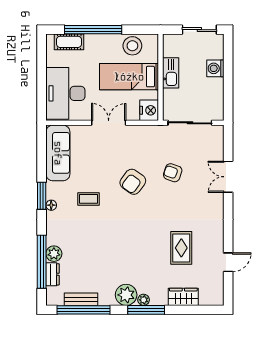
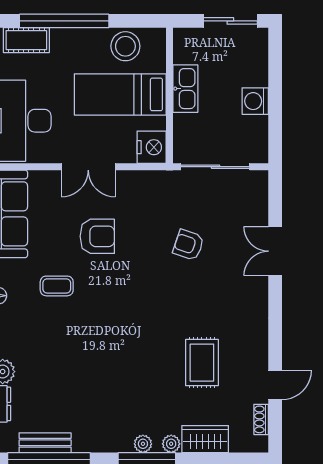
washing machine: (215, 68) -> (255, 101), moved
double door: (109, 123) -> (88, 167), swing flipped
armchair: (133, 182) -> (97, 236), moved, turned -126
shoe rack: (219, 284) -> (261, 419), added
plant: (126, 295) -> (171, 444), moved, width x0.53, depth x0.53

